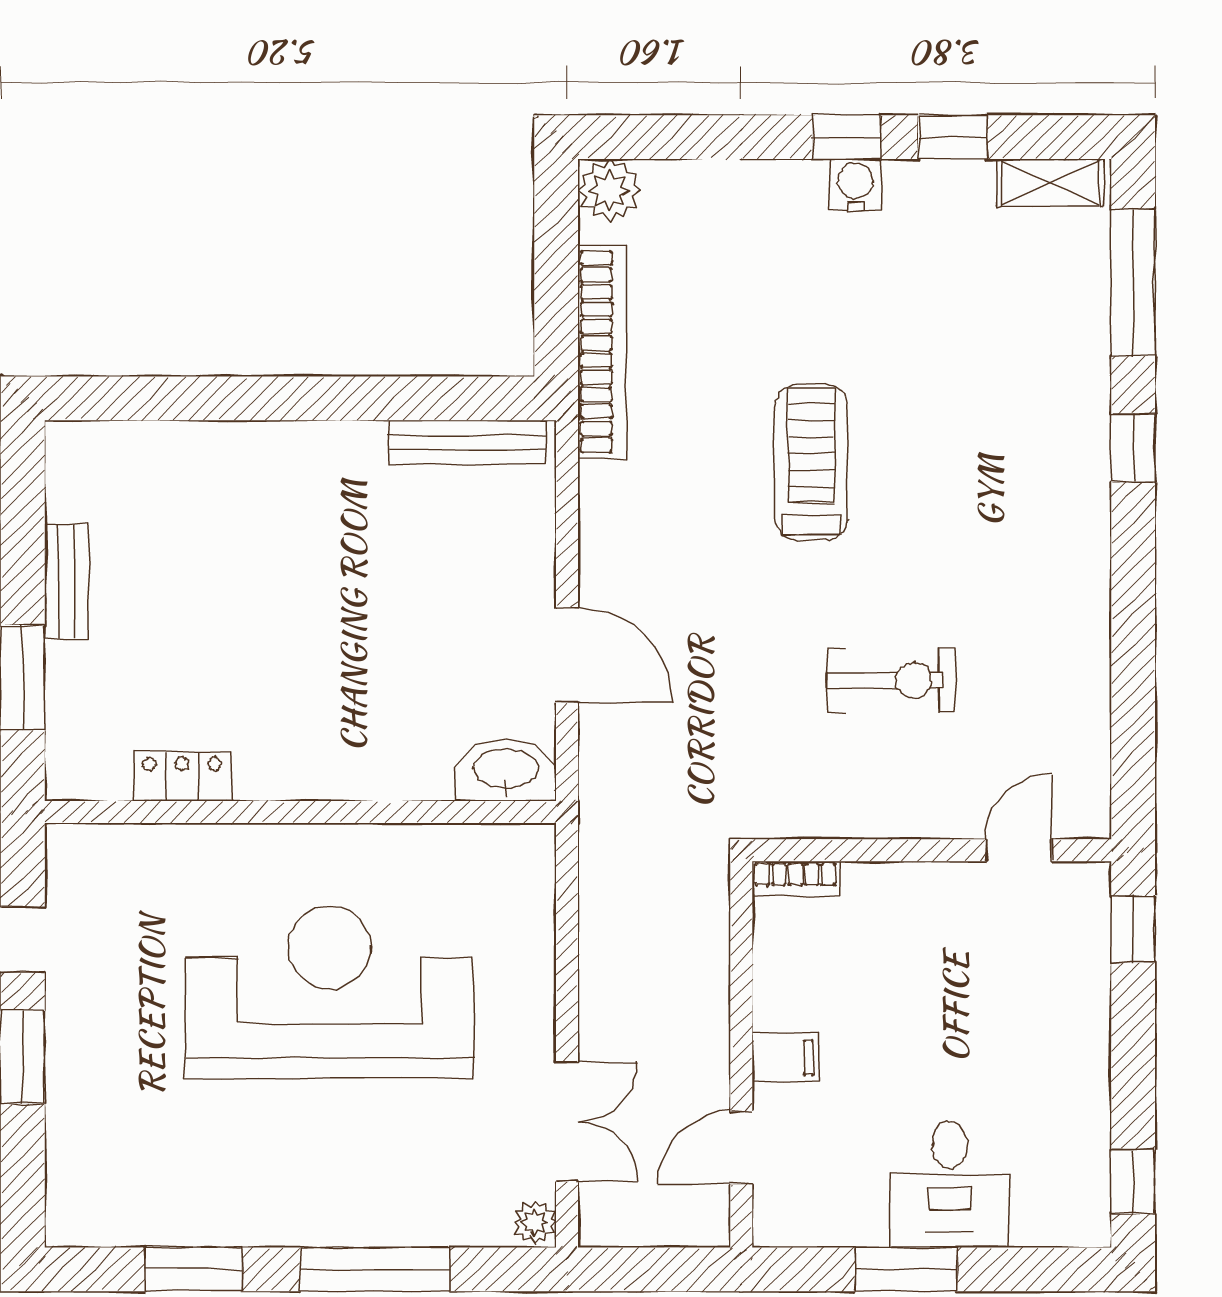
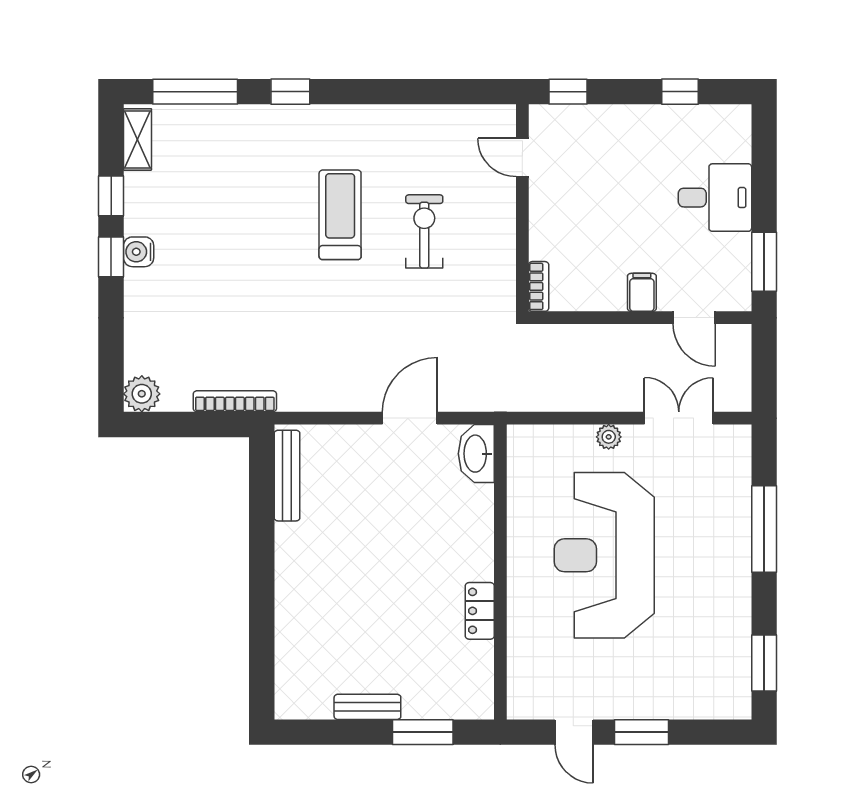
bookcase: (602, 352) -> (235, 401), width x0.68, depth x0.76
treadmill: (811, 462) -> (340, 215), moved, turned 90
locker: (182, 776) -> (480, 611), moved
window: (1133, 1182) -> (680, 92), moved
plant: (535, 1222) -> (609, 437), moved
window: (193, 1269) -> (764, 663), moved
window: (906, 1269) -> (764, 262), moved

